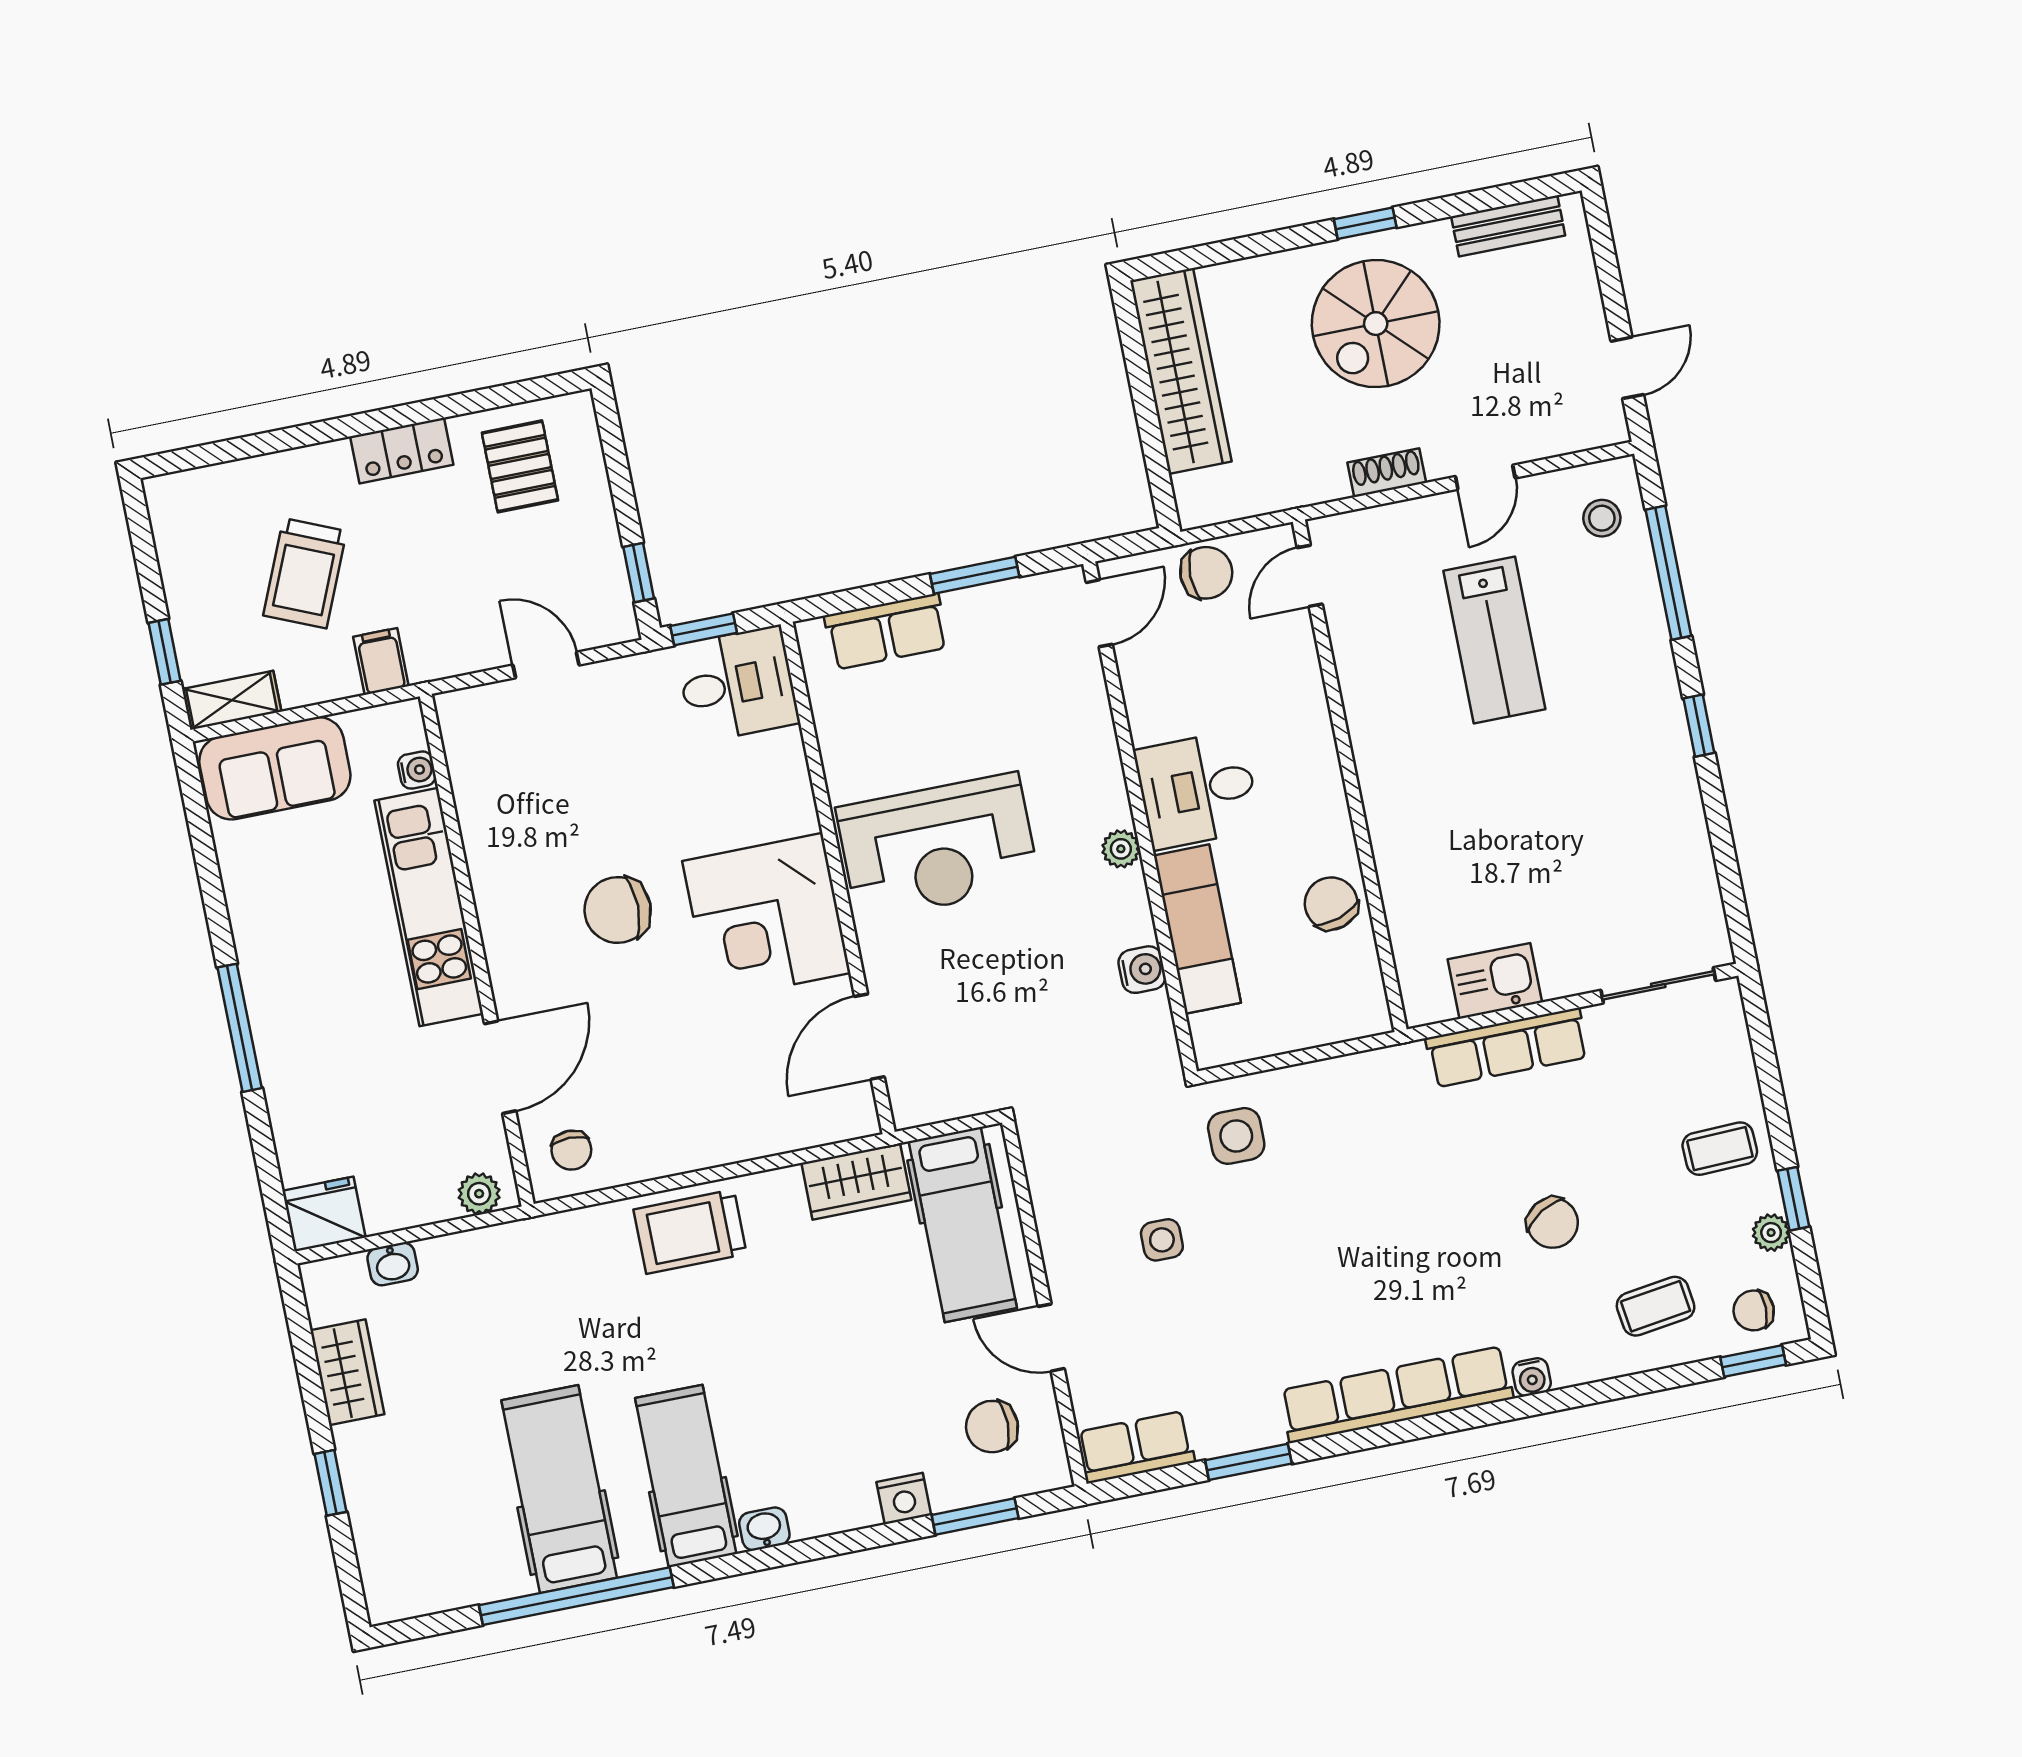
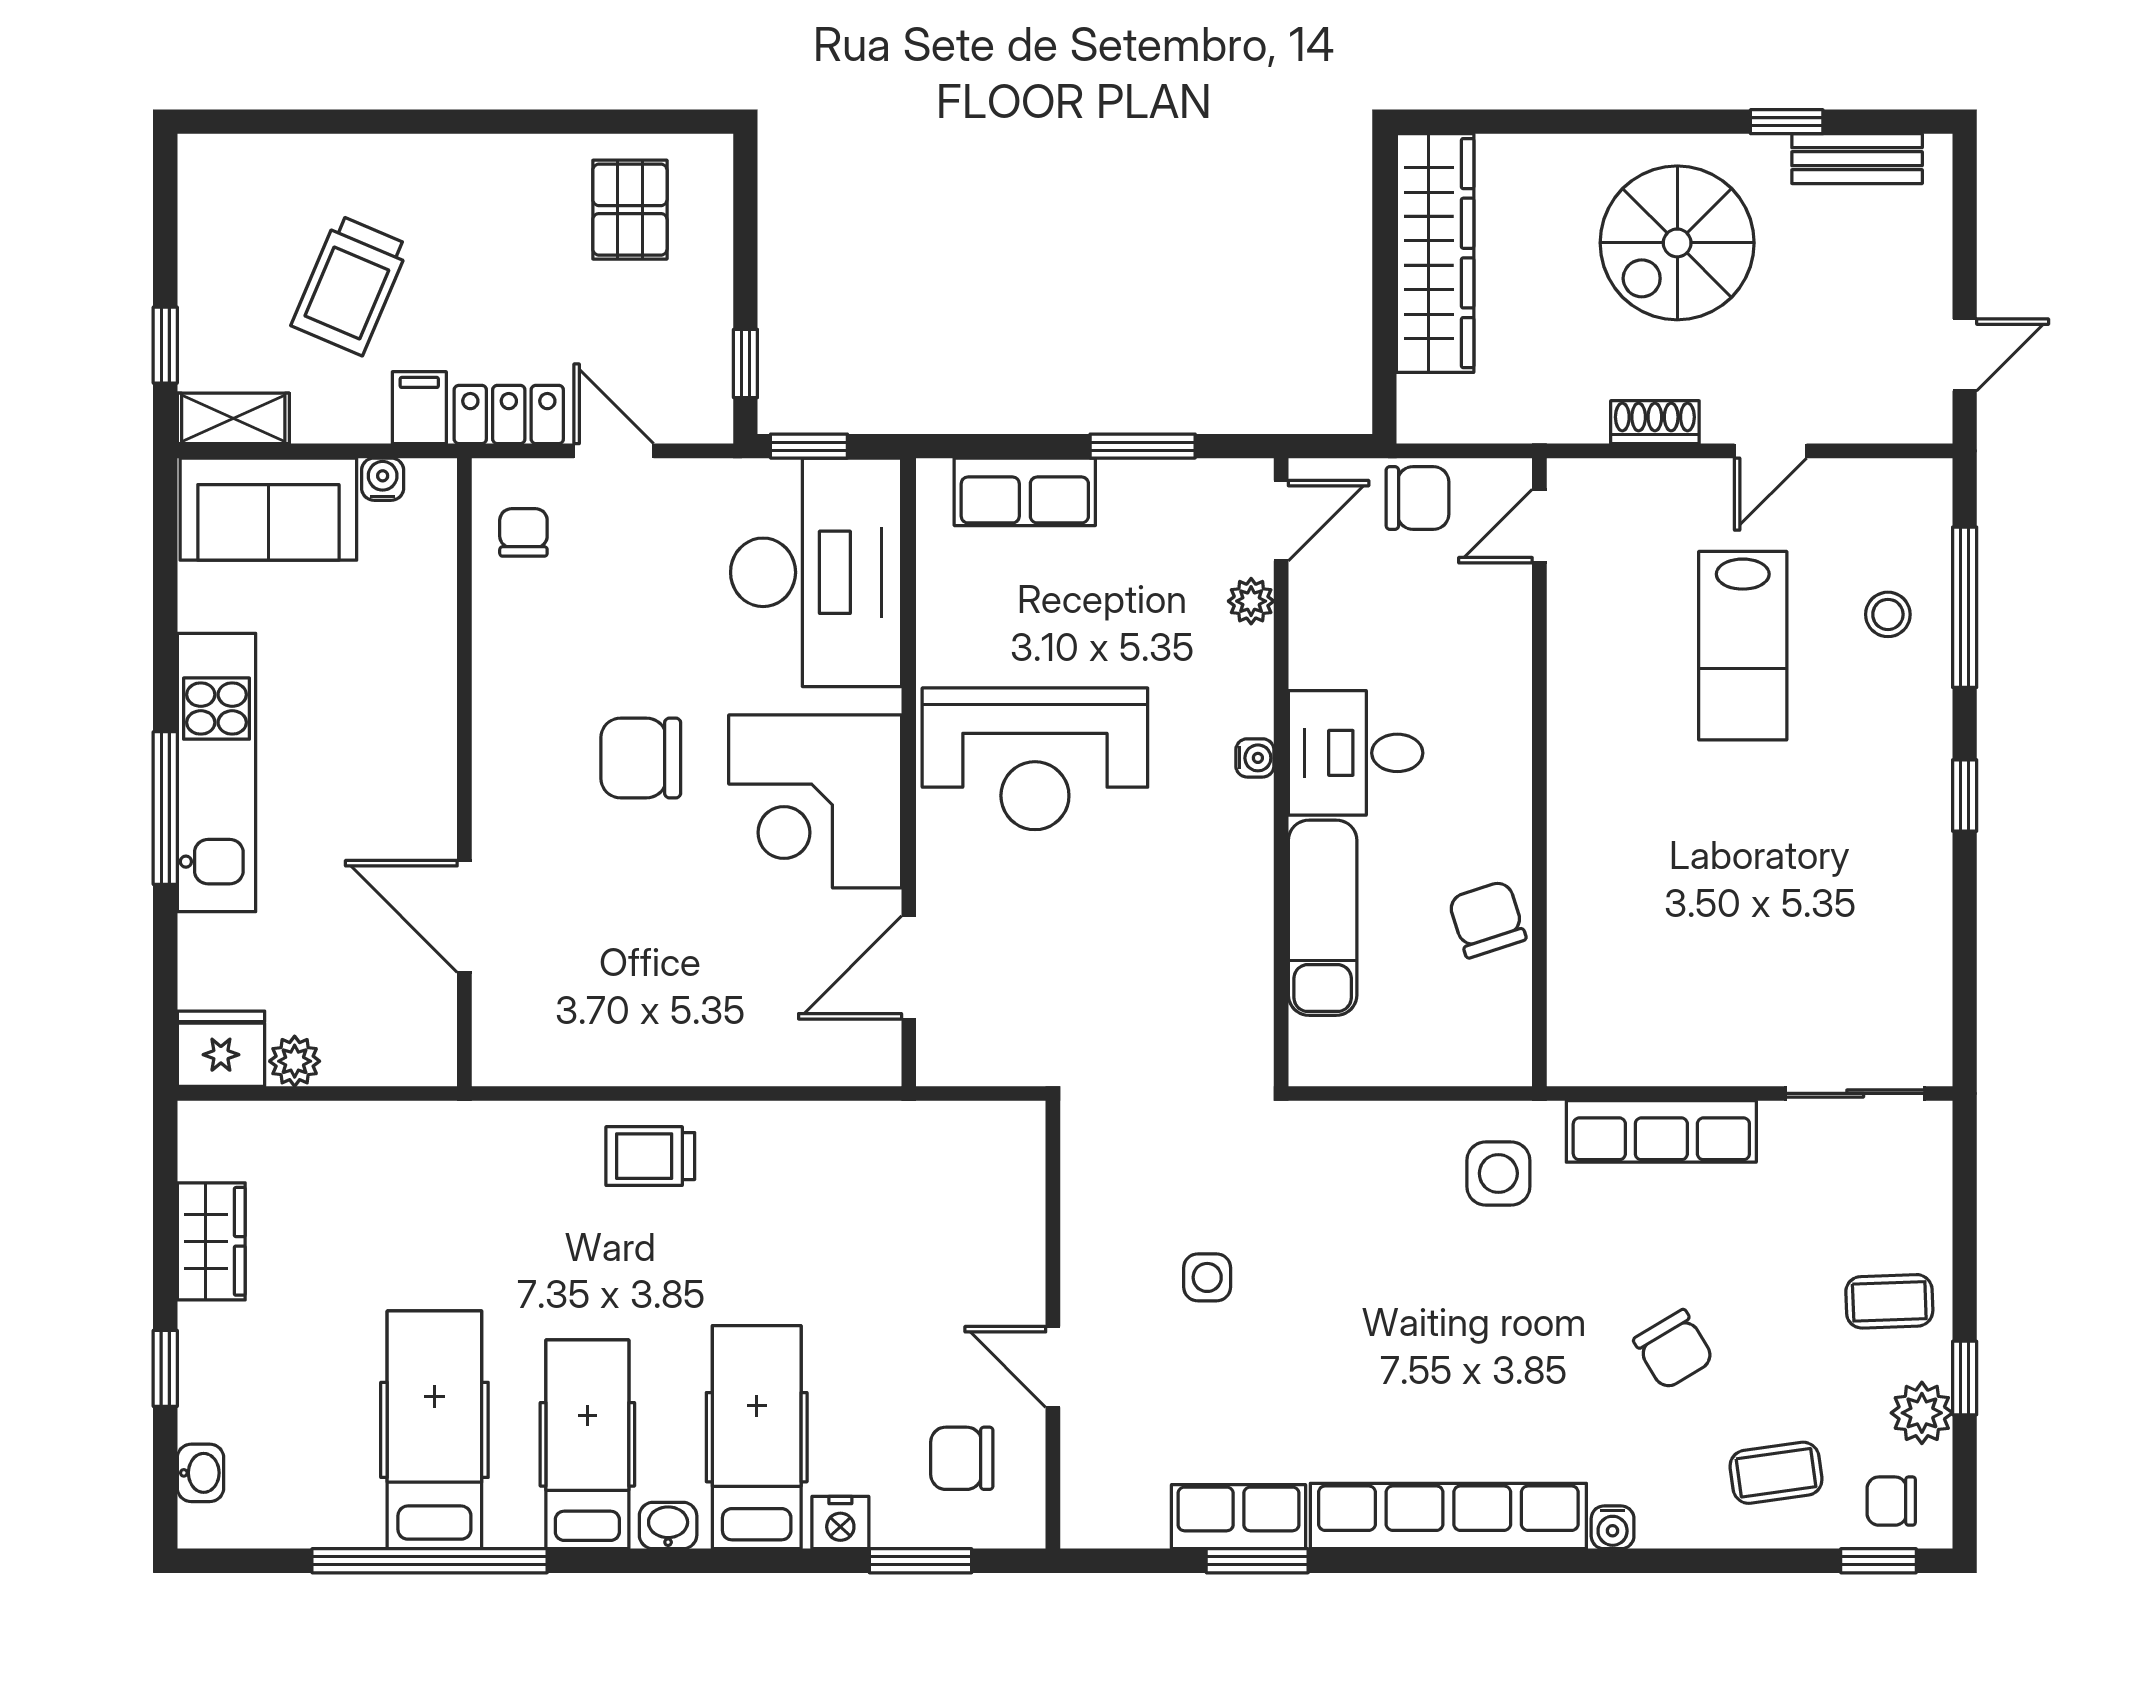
window: (1365, 223) -> (1787, 122), moved
locker: (402, 451) -> (509, 414), moved, turned 180
stool: (1602, 518) -> (1888, 614), moved
desk: (737, 684) -> (816, 572), width x1.87, depth x1.30
water cooler: (417, 770) -> (383, 479), moved, turned -90
plant: (1121, 849) -> (1251, 601), moved
kitchen unit: (429, 907) -> (216, 773), moved, turned 180
water cooler: (1142, 970) -> (1255, 758), moved, width x0.72, depth x0.72
kitchen sink: (1495, 981) -> (1663, 1049), removed
door: (500, 1067) -> (464, 916), swing flipped
side table: (1236, 1136) -> (1498, 1173), moved
chair: (571, 1150) -> (523, 532), moved, turned 180
wardrobe: (856, 1181) -> (859, 1136), removed
plant: (479, 1194) -> (295, 1061), moved
hospital bed: (963, 1225) -> (757, 1437), moved, turned 180
trolley: (690, 1232) -> (650, 1156), width x0.73, depth x0.72
plant: (1771, 1233) -> (1922, 1413), width x1.37, depth x1.37
washbasin: (393, 1264) -> (200, 1473), moved, turned -90
row of seats: (1136, 1447) -> (1238, 1517), moved

